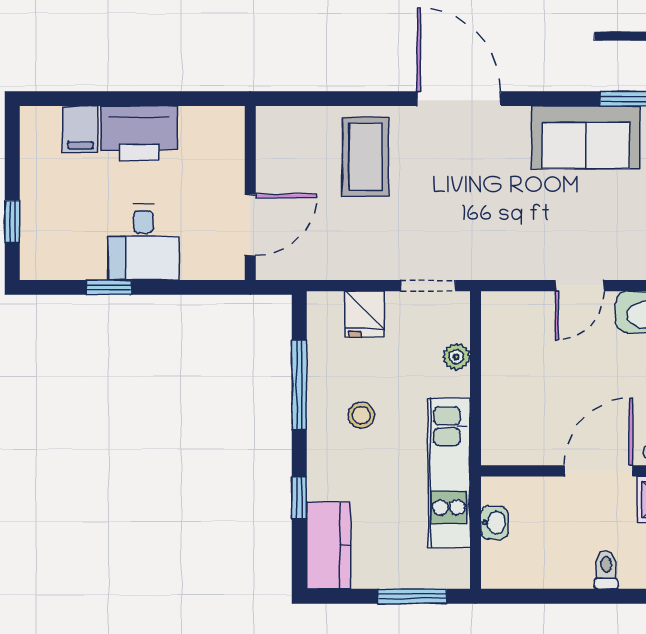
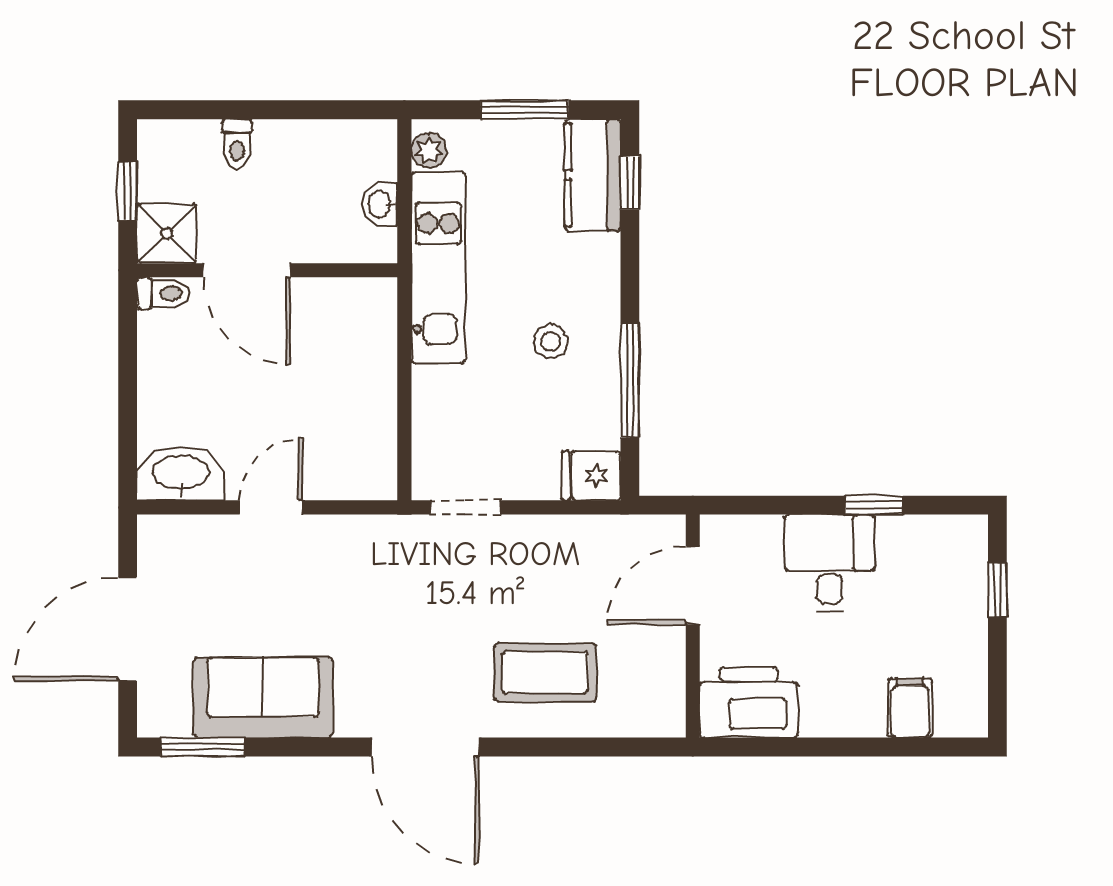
printer: (139, 133) -> (749, 702), moved
coffee table: (365, 157) -> (545, 672), turned 90
fridge: (365, 314) -> (591, 476), moved, turned -90
plant: (456, 357) -> (429, 150), moved
door: (599, 471) -> (247, 270), hinge flipped
window: (299, 498) -> (630, 183), moved
window: (412, 596) -> (525, 110), moved

